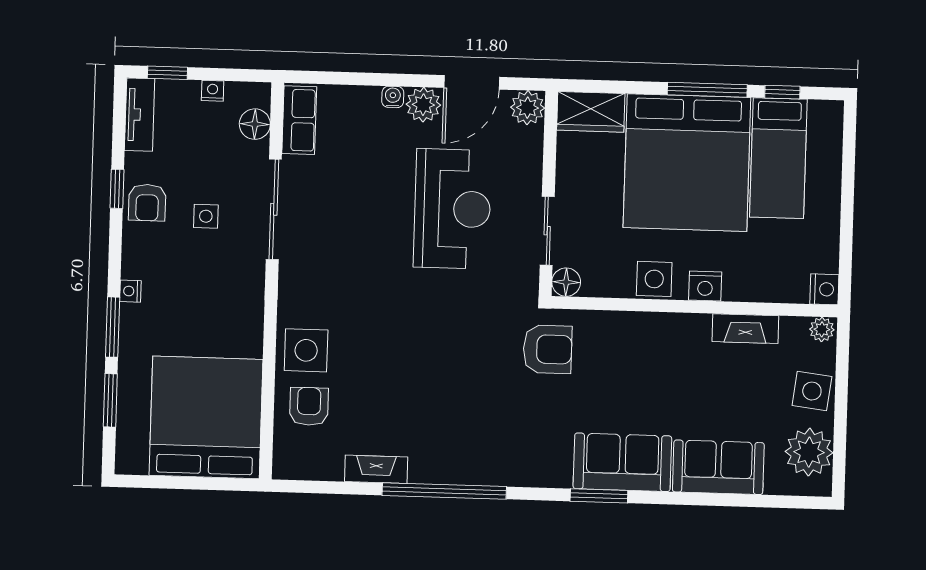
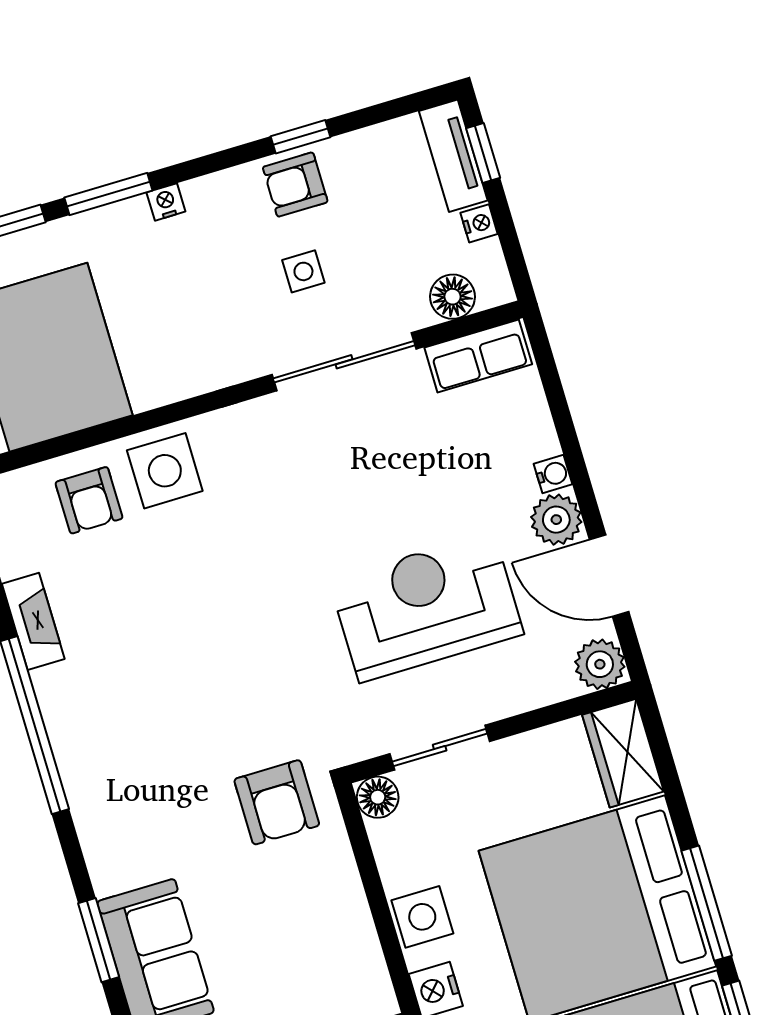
tv unit: (140, 115) -> (453, 156), moved, turned 90
reception desk: (452, 209) -> (426, 607), turned 180
armchair: (309, 406) -> (89, 500), turned 90

